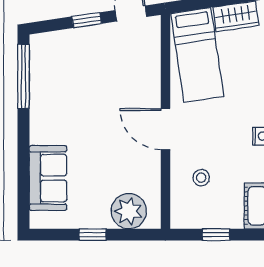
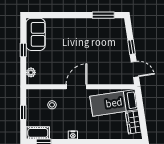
window: (23, 76) -> (103, 15), width x0.69
sofa: (48, 178) -> (36, 34), moved, turned -90
plant: (129, 211) -> (31, 72), width x0.53, depth x0.53

